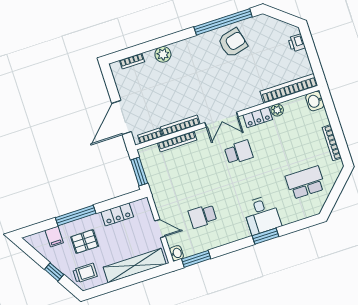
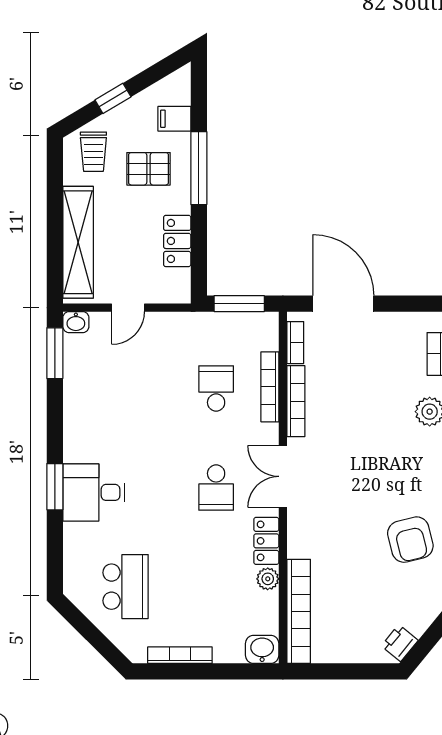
printer: (297, 43) -> (400, 643), moved, turned -51
school desk: (202, 216) -> (216, 388), moved
pallet: (85, 242) -> (148, 169), turned 90

